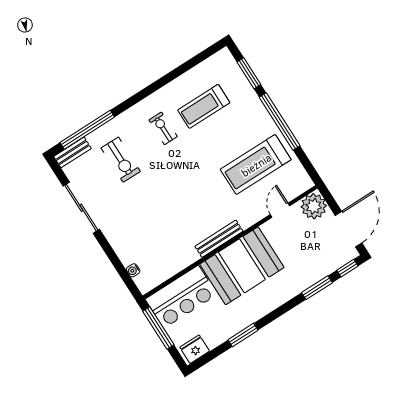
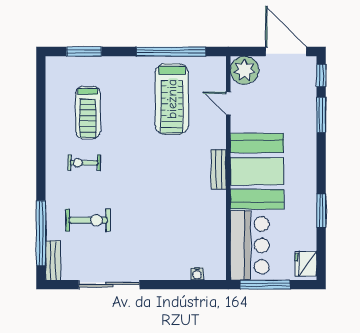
window: (280, 121) -> (171, 52), moved
bench: (219, 239) -> (219, 169), width x0.73

